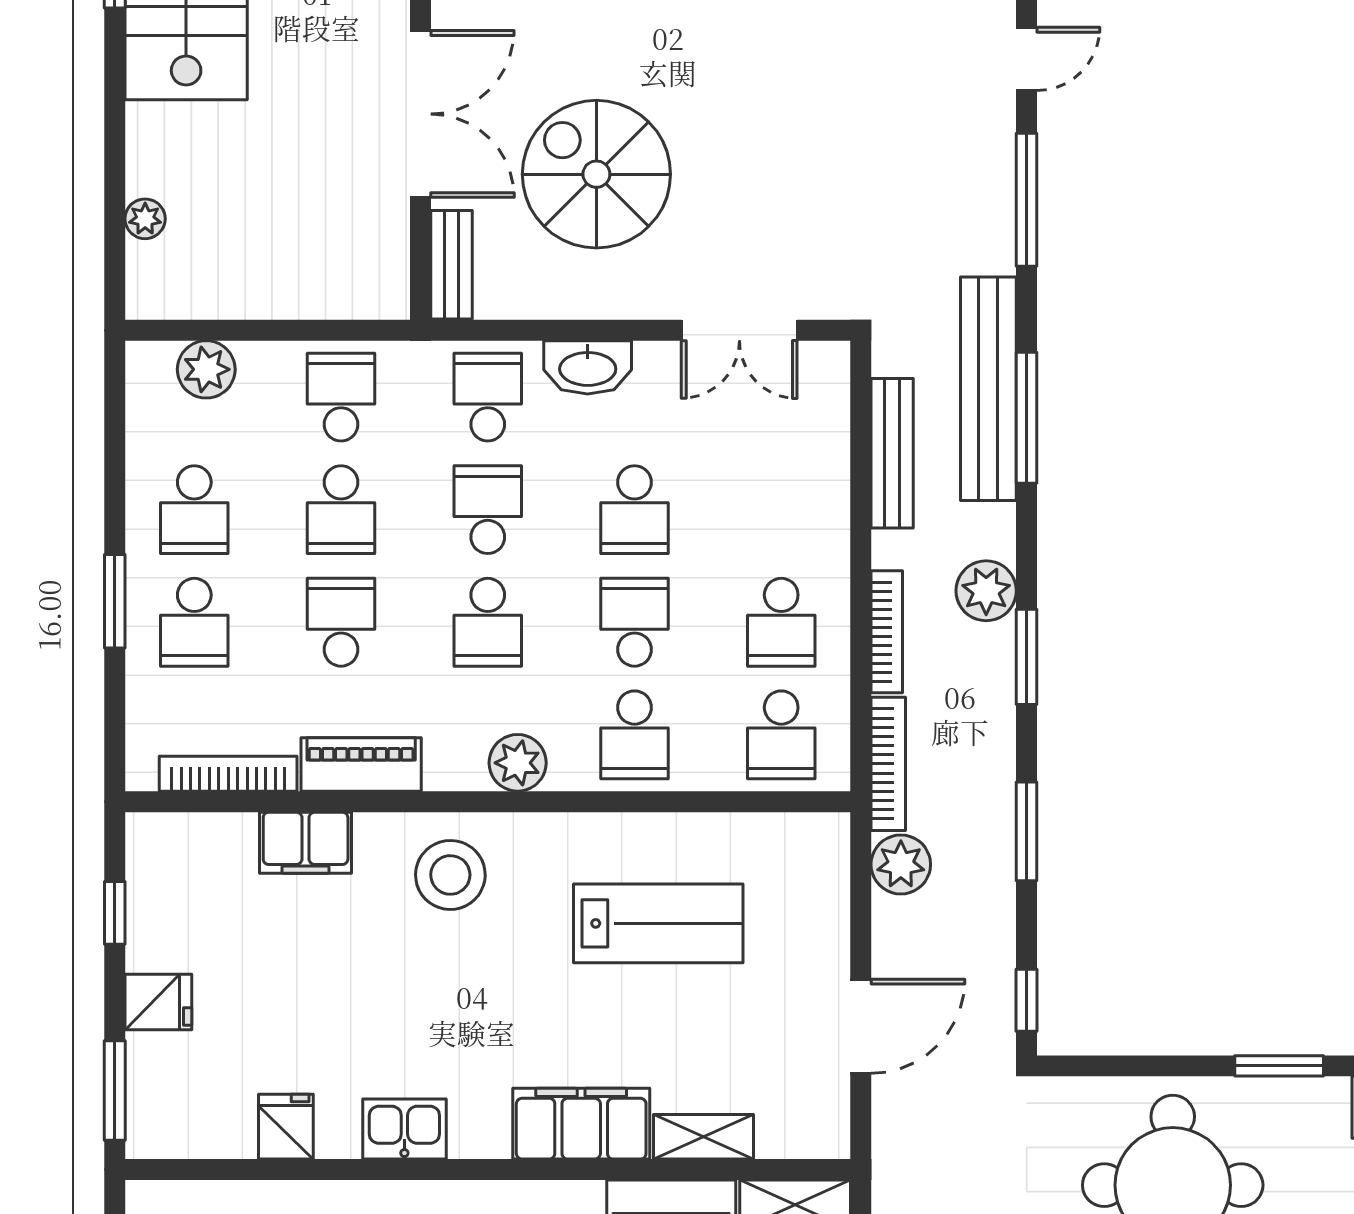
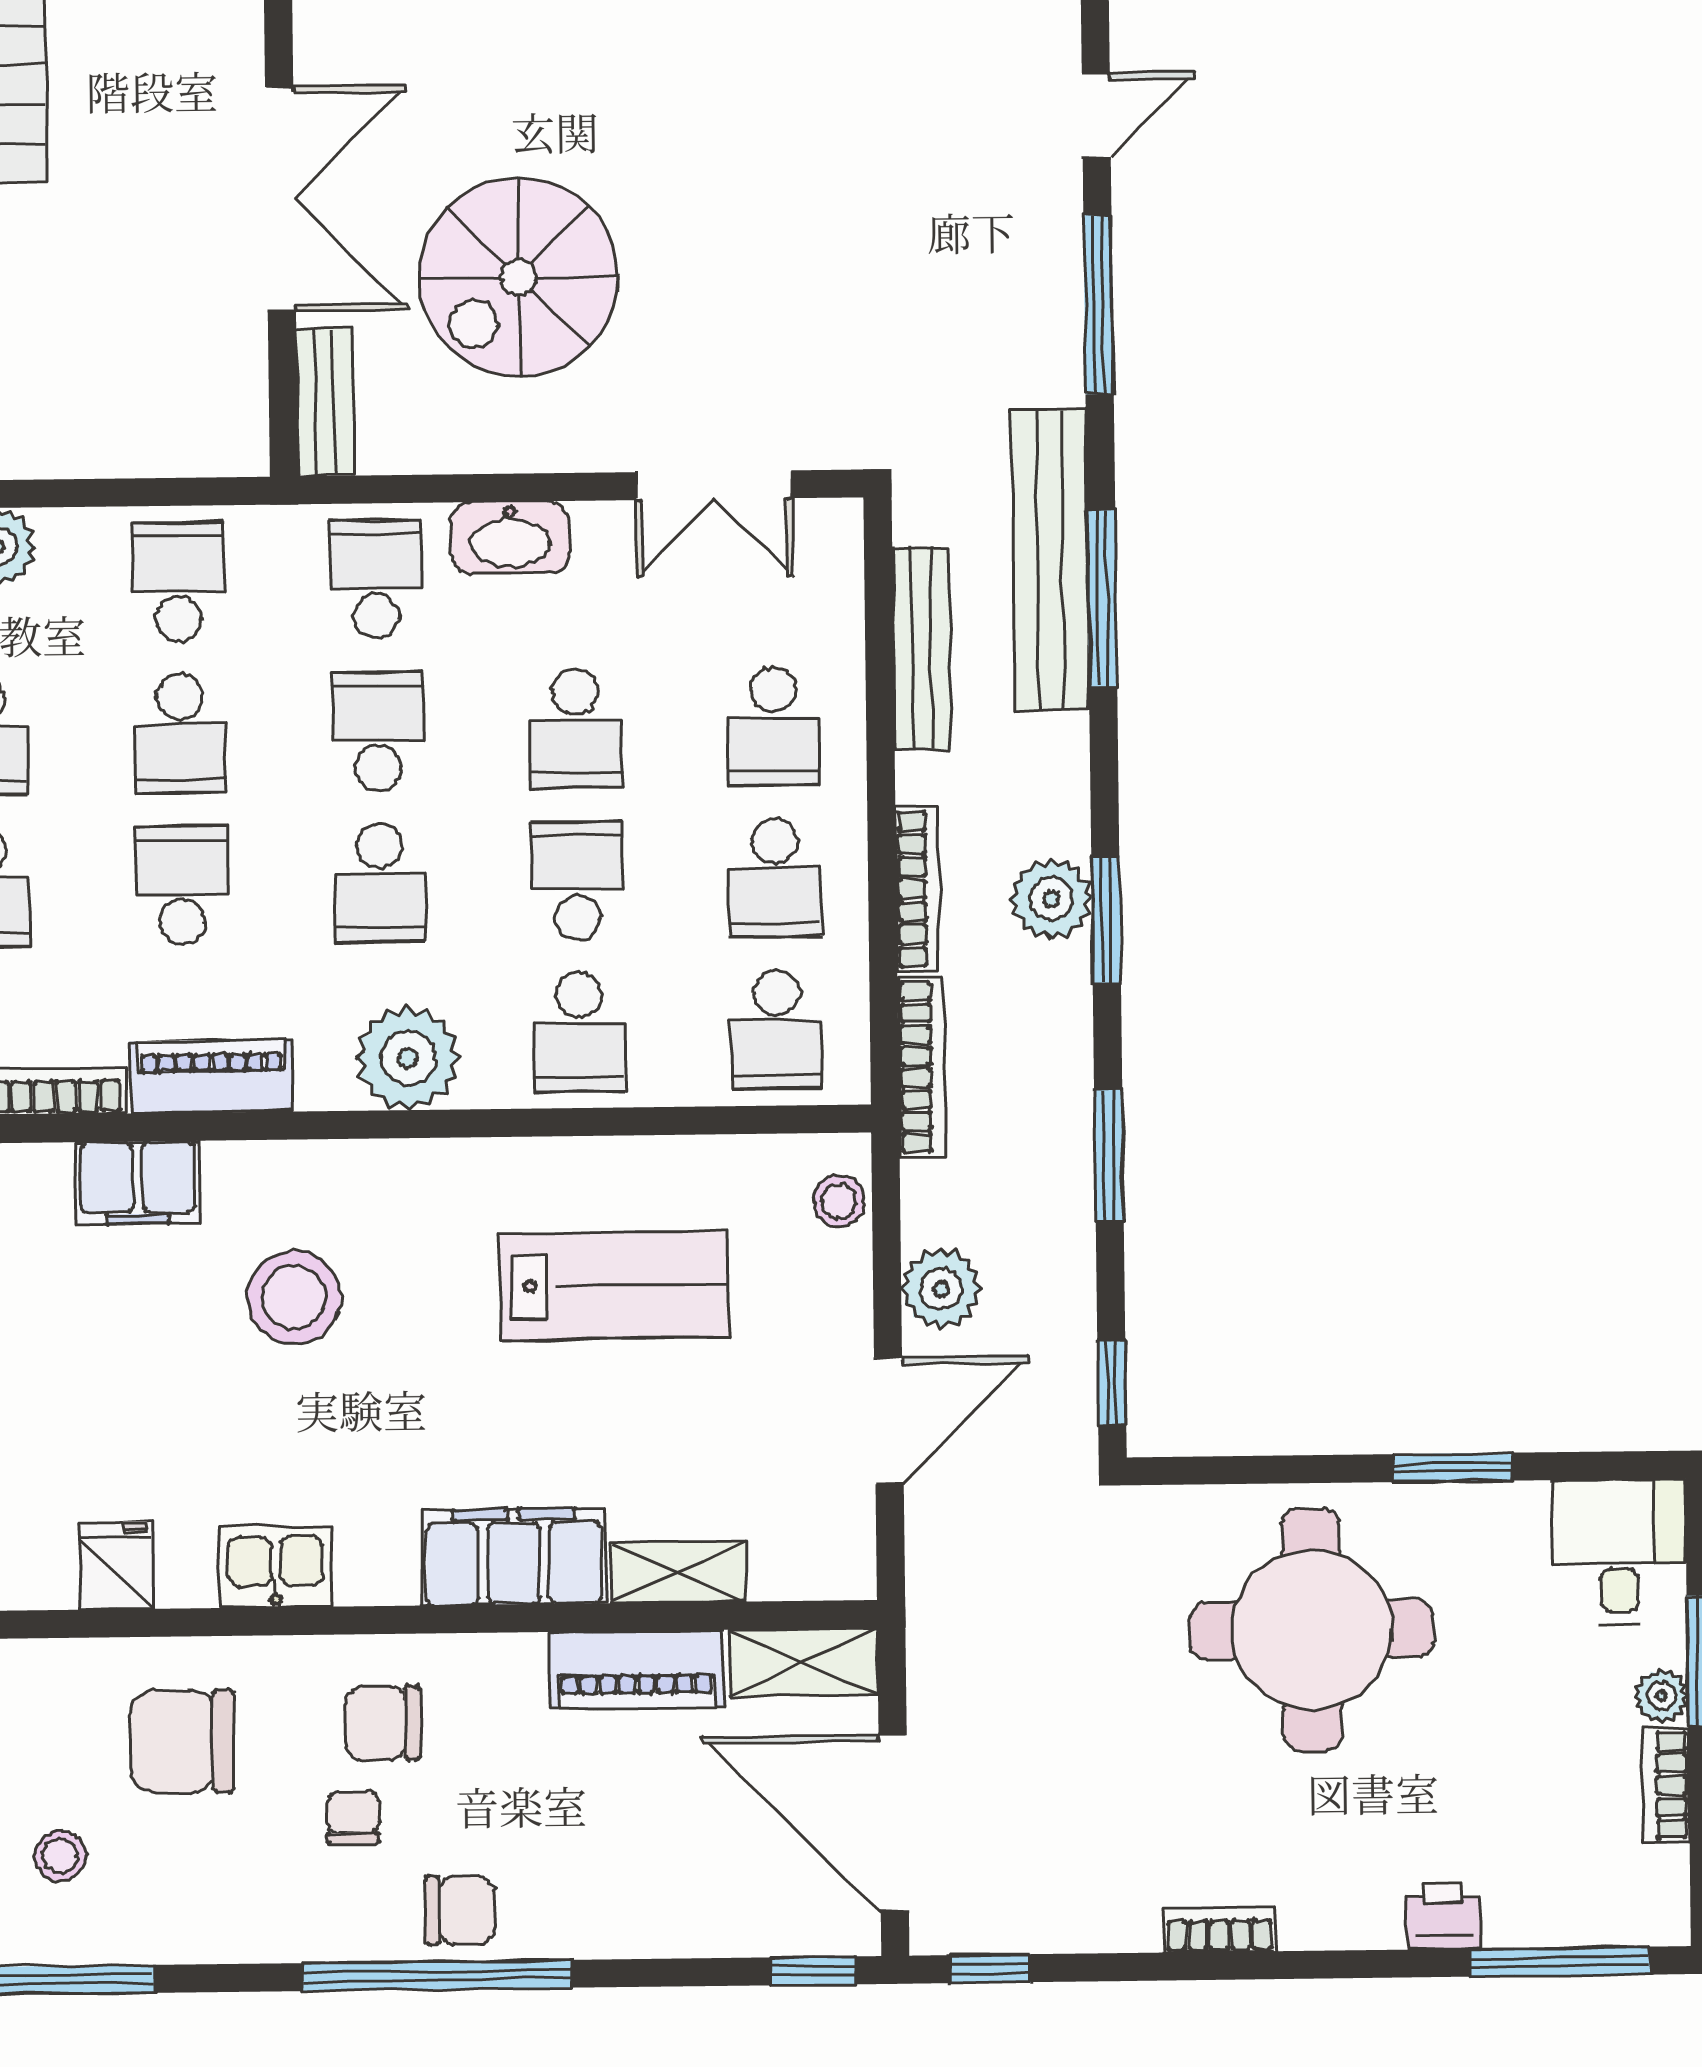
spiral stairs: (596, 174) -> (519, 277), turned -90
school desk: (781, 510) -> (773, 726), added
plant: (986, 591) -> (1051, 899), moved
plant: (518, 763) -> (408, 1058), width x1.36, depth x1.36
stool: (826, 863) -> (839, 1201), added
plant: (901, 864) -> (941, 1289), moved
stool: (450, 875) -> (294, 1297), moved

